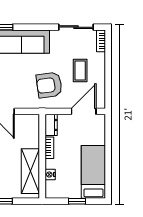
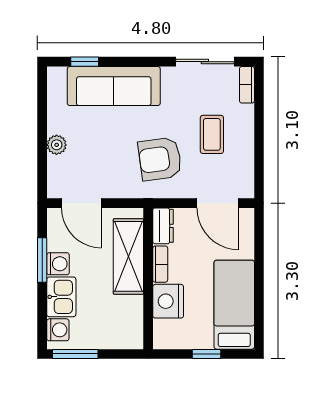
door: (84, 111) -> (218, 203), swing flipped
shelving: (30, 171) -> (128, 256), moved
nightstand: (50, 175) -> (168, 301), width x1.89, depth x1.79

